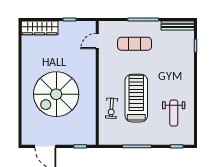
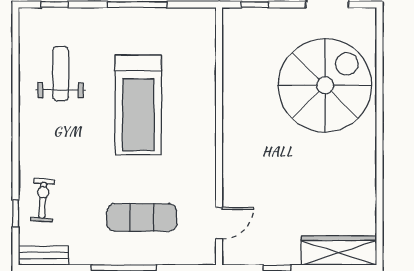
bench: (178, 25) -> (44, 255), width x0.73
spiral stairs: (56, 94) -> (325, 85), moved
exercise bike: (111, 108) -> (43, 200), moved

